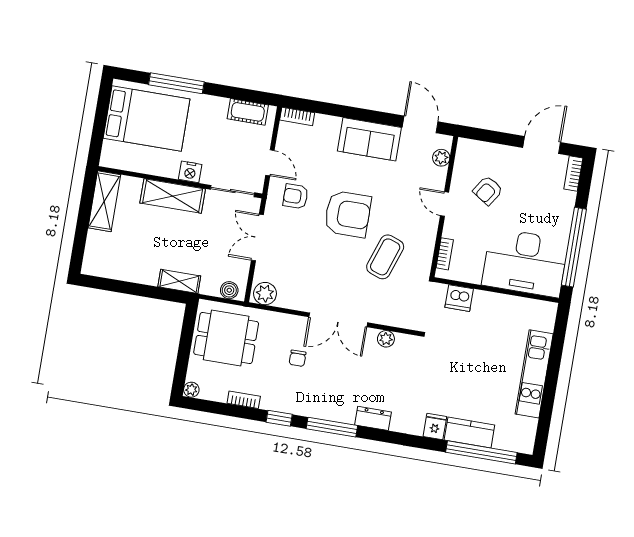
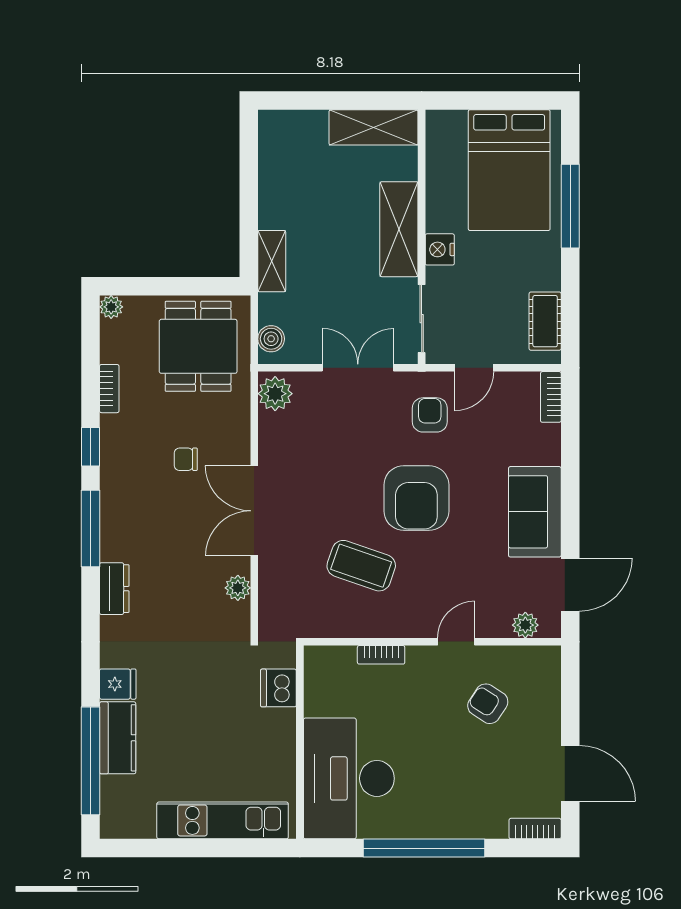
desk: (525, 263) -> (349, 778), moved
wall: (496, 290) -> (300, 742), moved
dishwasher: (459, 298) -> (278, 688), moved

